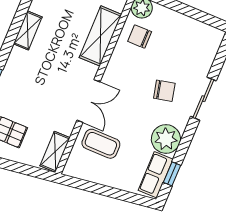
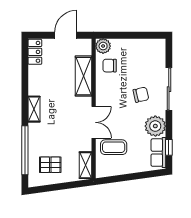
shelving: (28, 30) -> (34, 109), moved
sliding door: (203, 99) -> (169, 89), width x1.37

